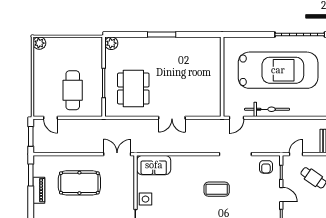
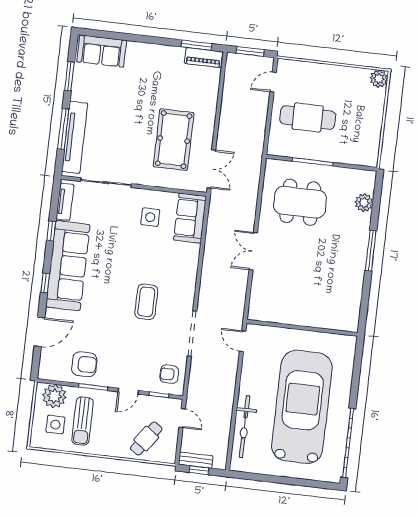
plant: (111, 43) -> (364, 203), moved
car: (278, 70) -> (302, 407), turned 180
bicycle: (267, 109) -> (244, 427), moved
pool table: (79, 183) -> (174, 140), moved
piano: (39, 190) -> (203, 57), moved
side table: (145, 199) -> (150, 217), moved

